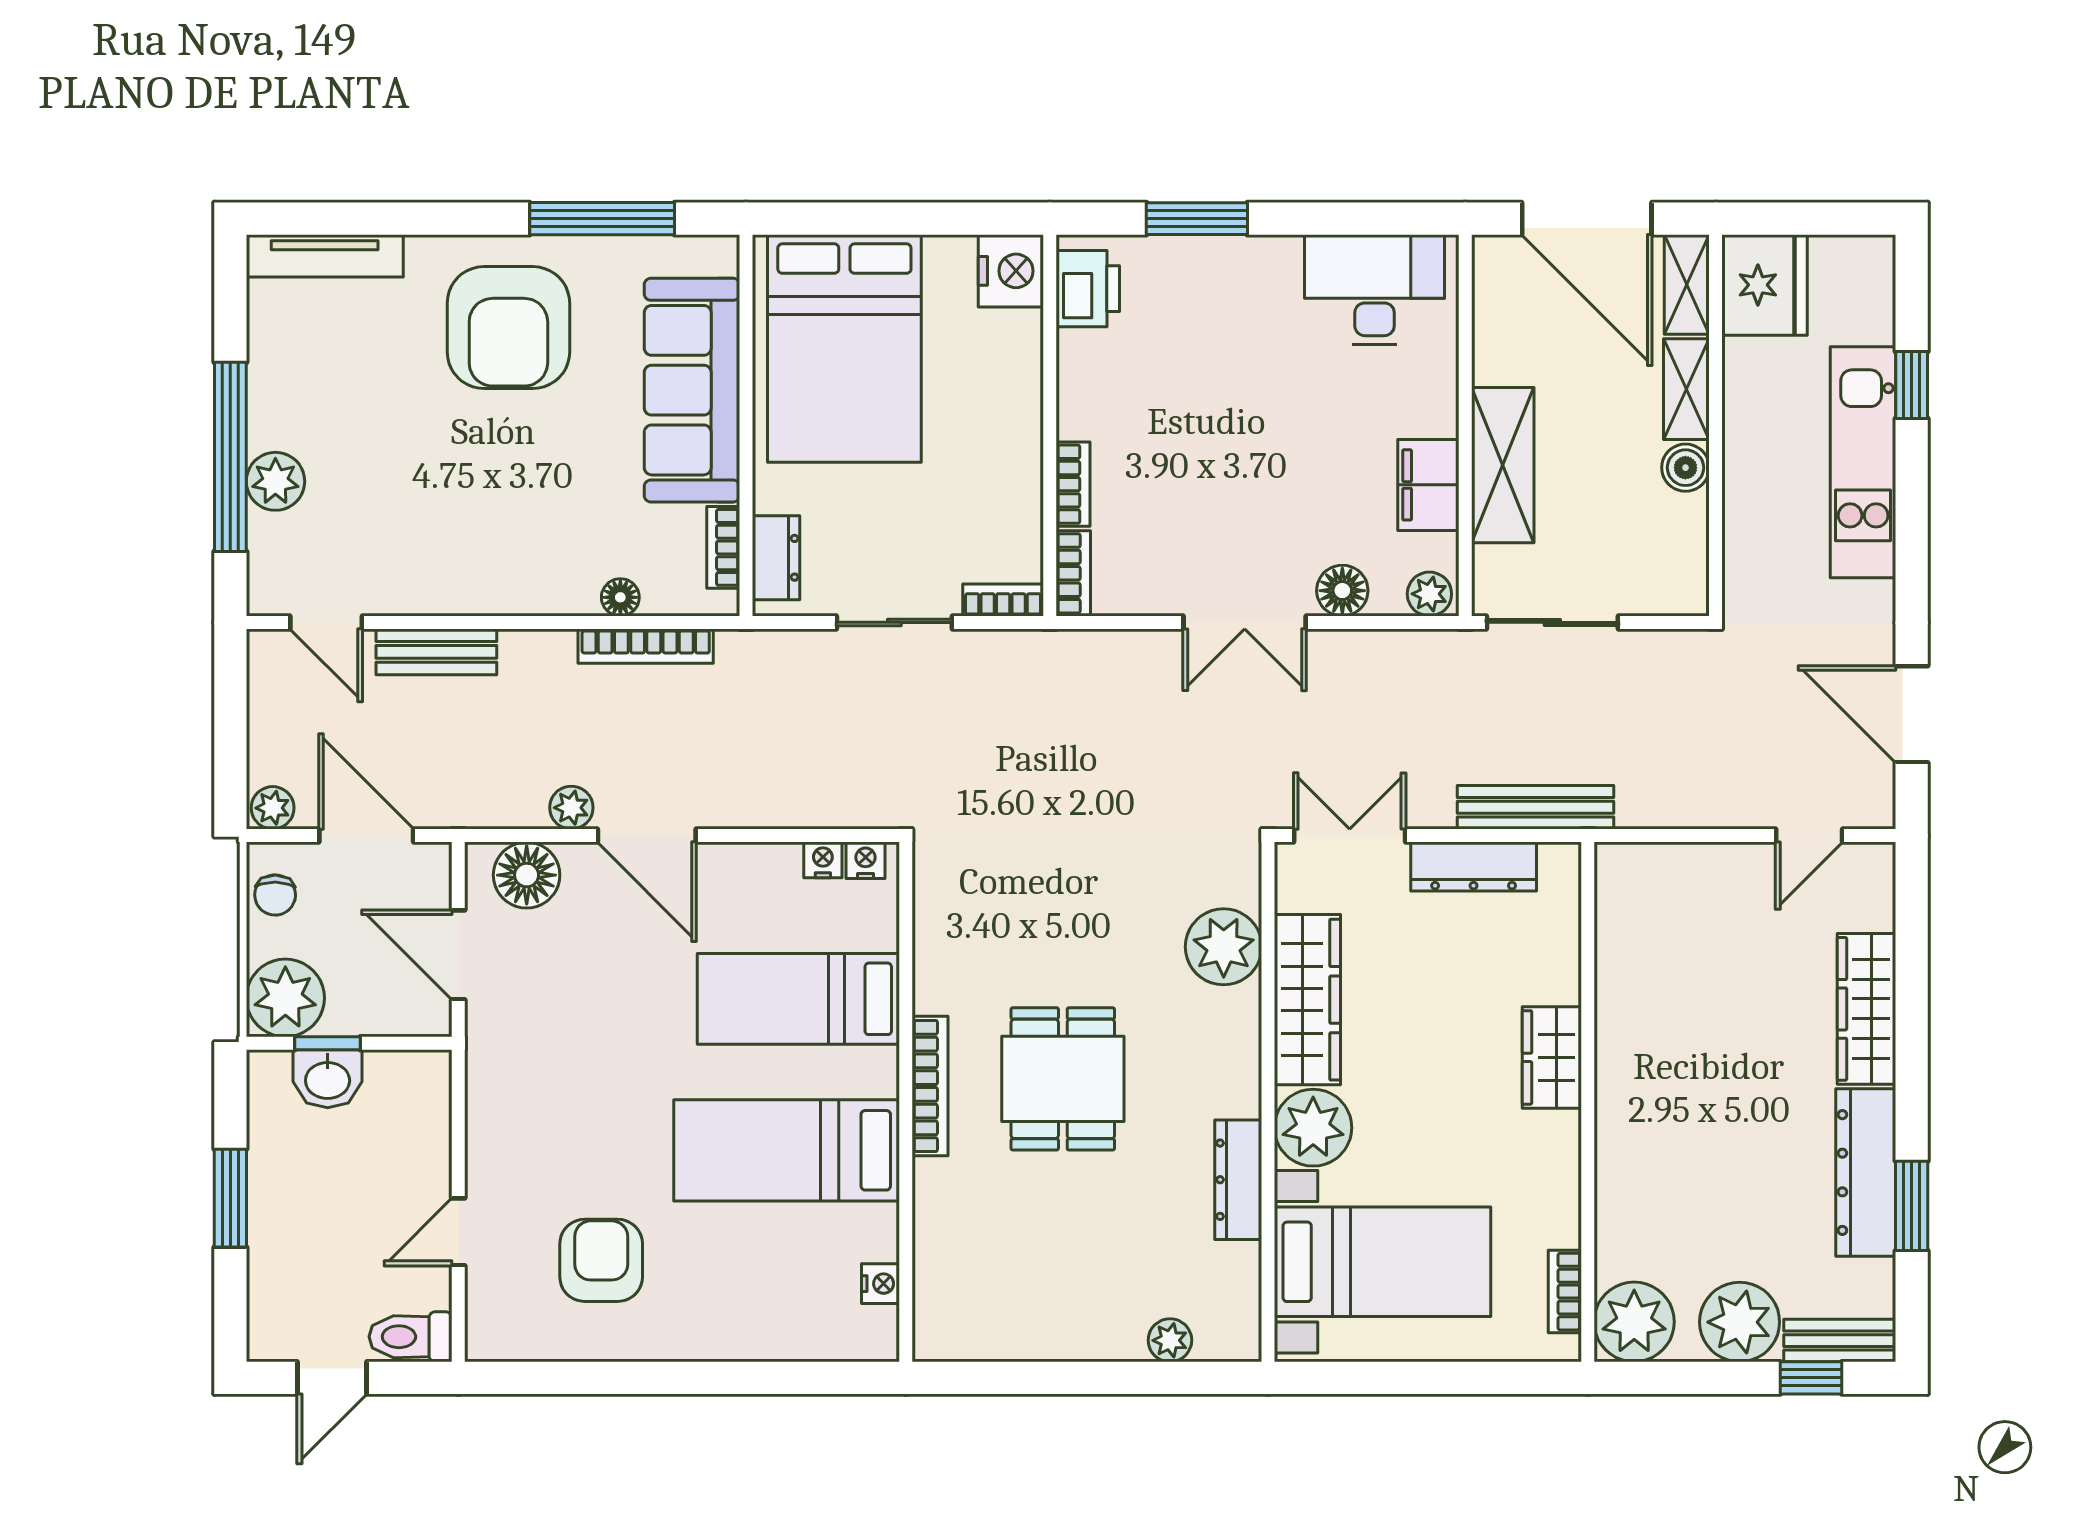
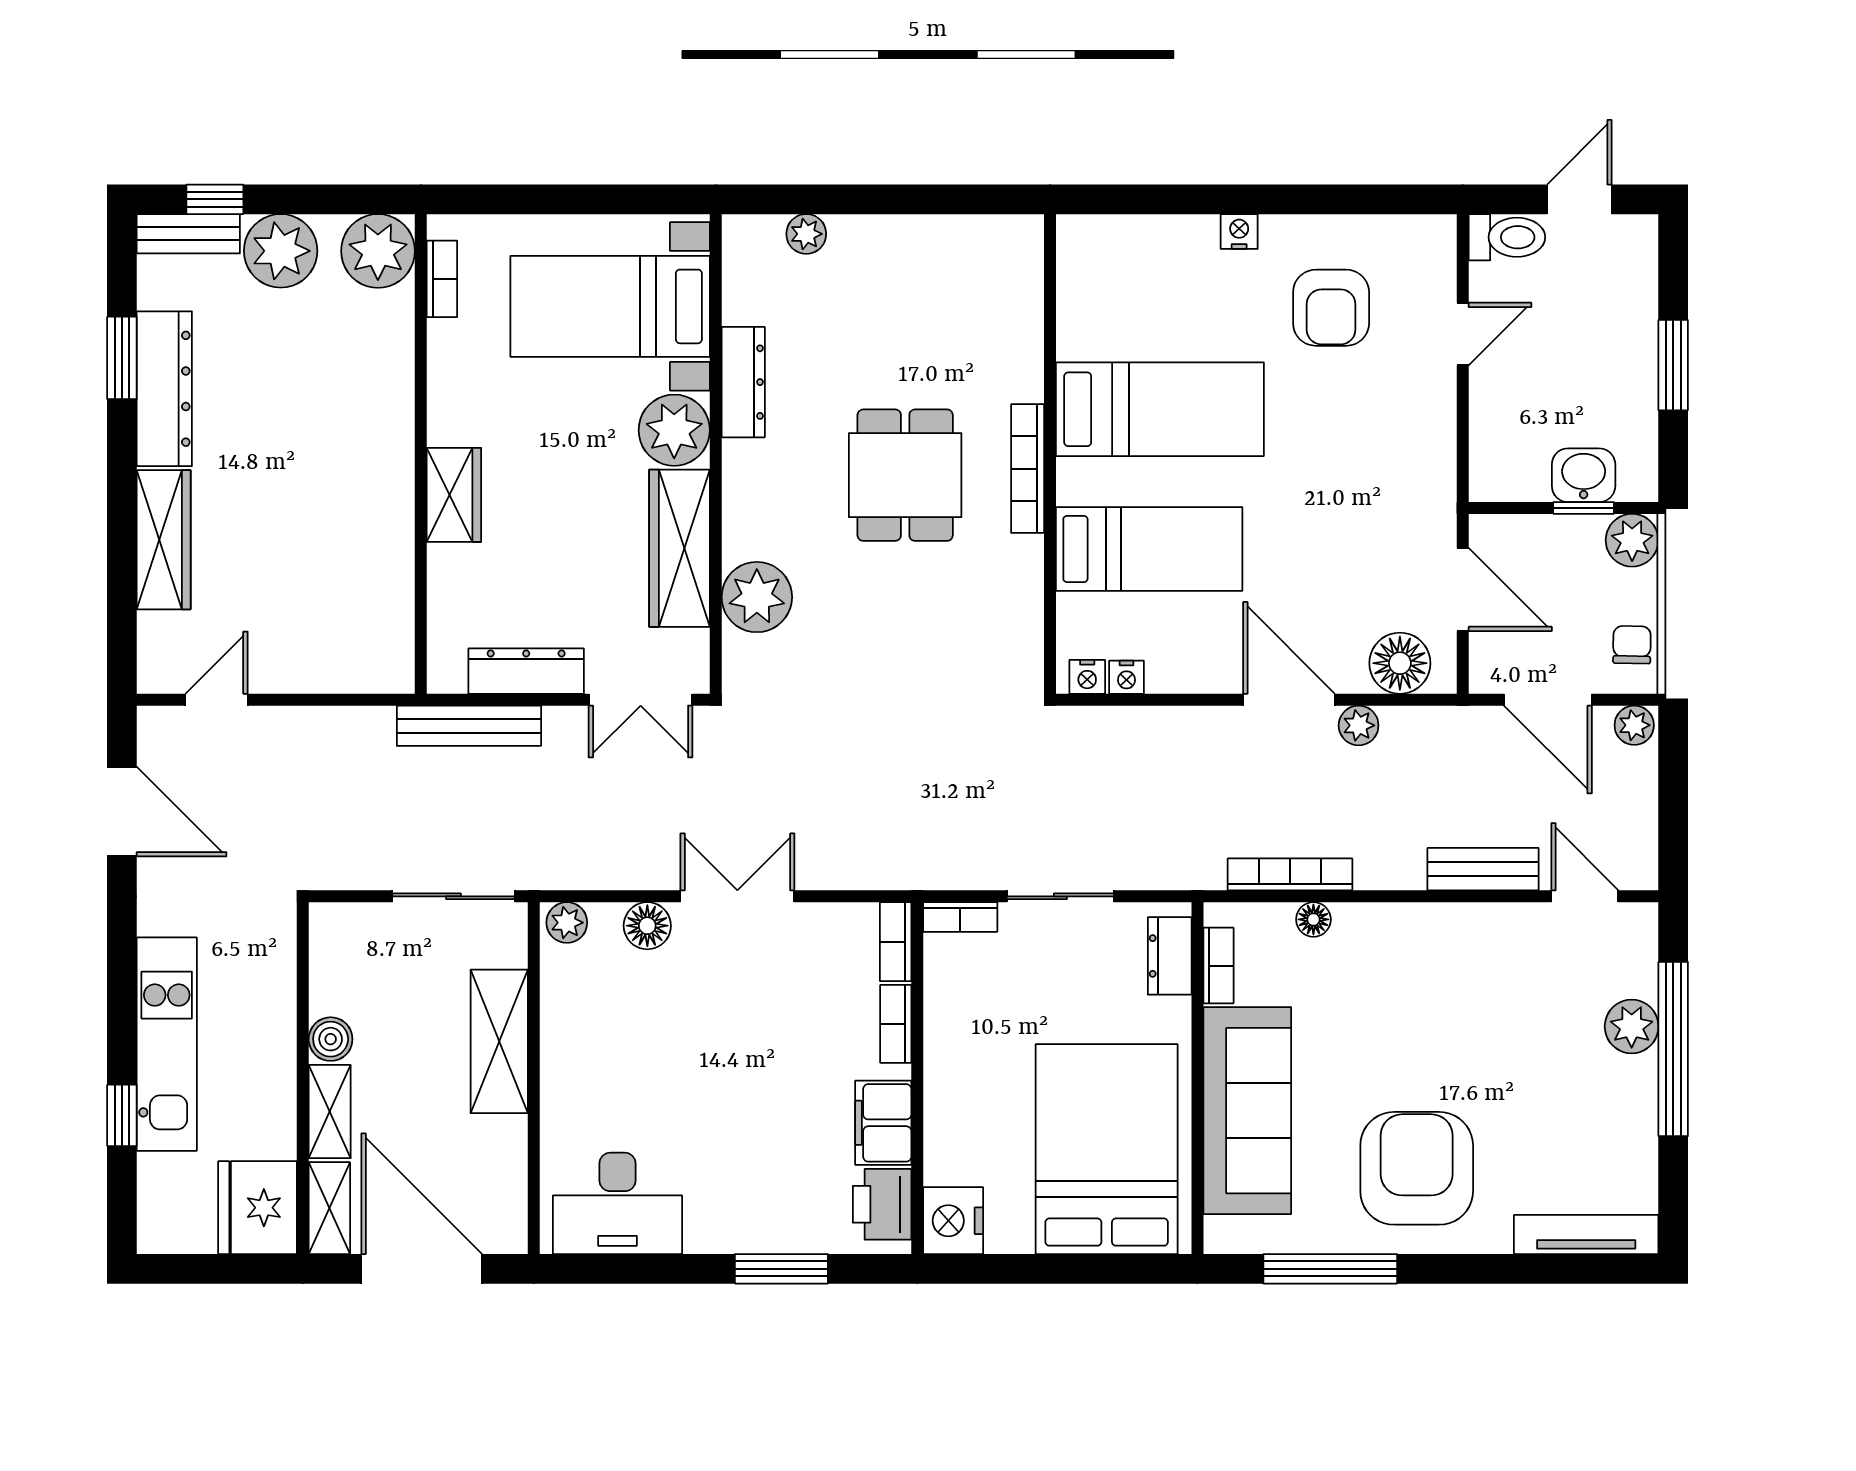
filing cabinet: (1428, 485) -> (883, 1123), moved, turned 180
plant: (285, 998) -> (1632, 540), width x0.73, depth x0.73
nightstand: (881, 1284) -> (1239, 231), moved, turned 90

